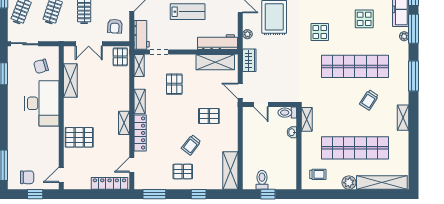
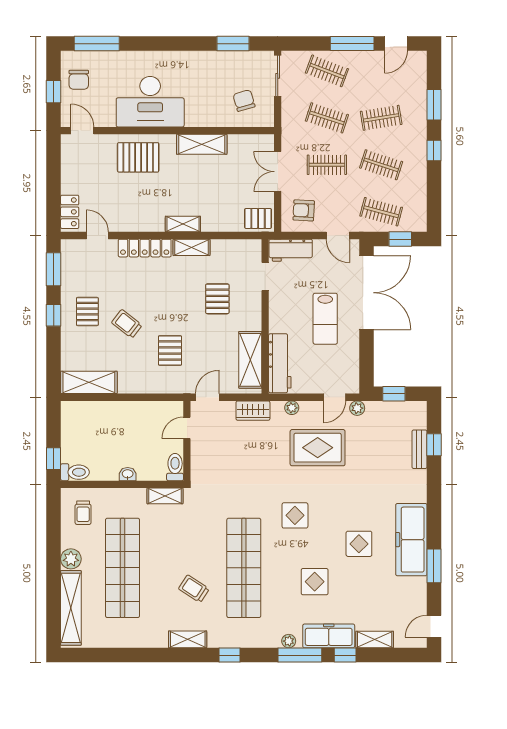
shelving: (139, 66) -> (245, 247), removed
window: (414, 76) -> (230, 655), width x0.46
shelving: (70, 81) -> (202, 144), moved
pallet: (174, 84) -> (217, 299), turned 90
desk: (42, 103) -> (150, 102), moved
shelving: (403, 118) -> (188, 639), moved
shelving: (124, 123) -> (183, 224), moved
washbasin: (292, 132) -> (128, 474), moved
pallet: (79, 137) -> (138, 157), turned 90
toilet: (262, 180) -> (75, 472), moved
locker: (110, 183) -> (70, 212), width x0.66
window: (199, 194) -> (54, 315), moved
window: (268, 194) -> (54, 459), moved

